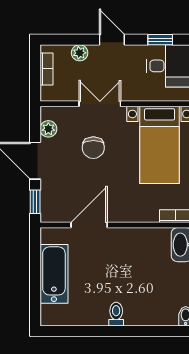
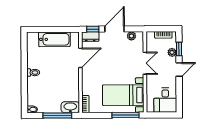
window: (160, 40) -> (179, 49), moved
chair: (93, 148) -> (122, 60), removed
dresser: (49, 207) -> (90, 37), added
door: (89, 225) -> (80, 58), hinge flipped

